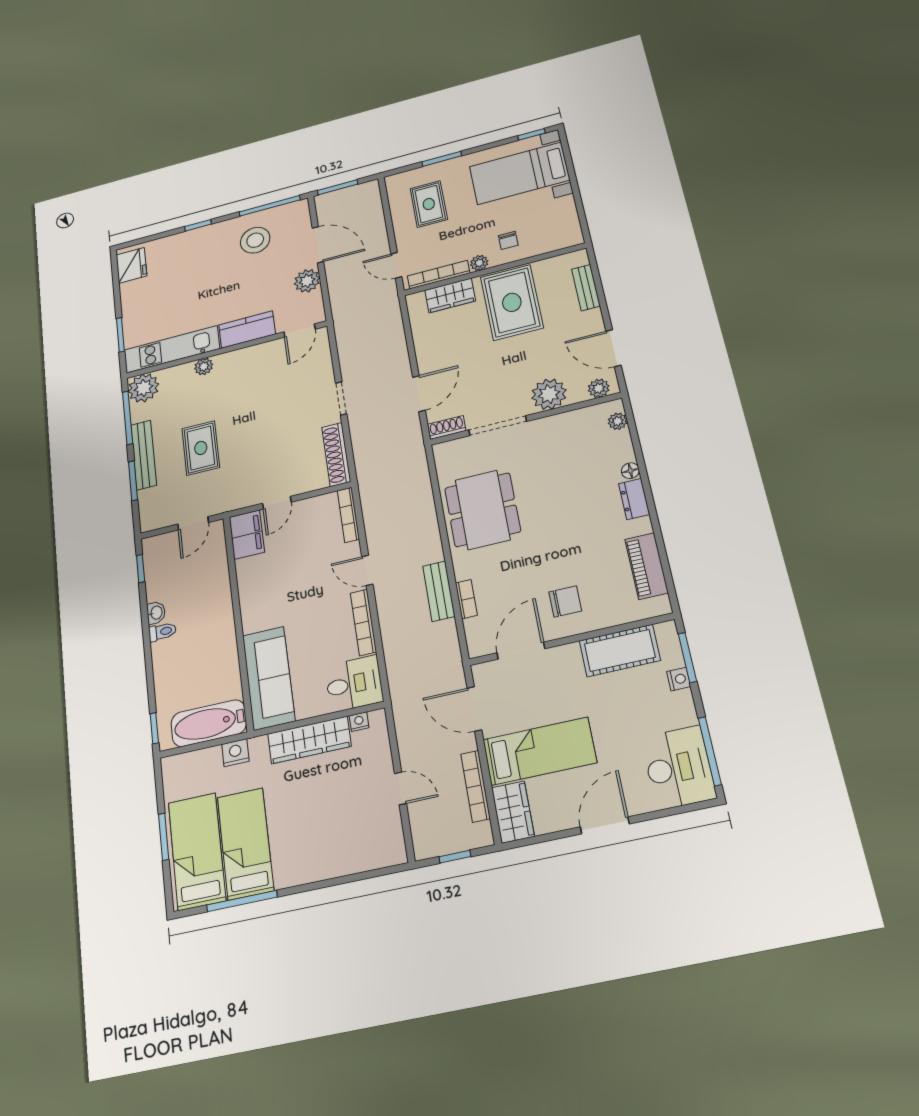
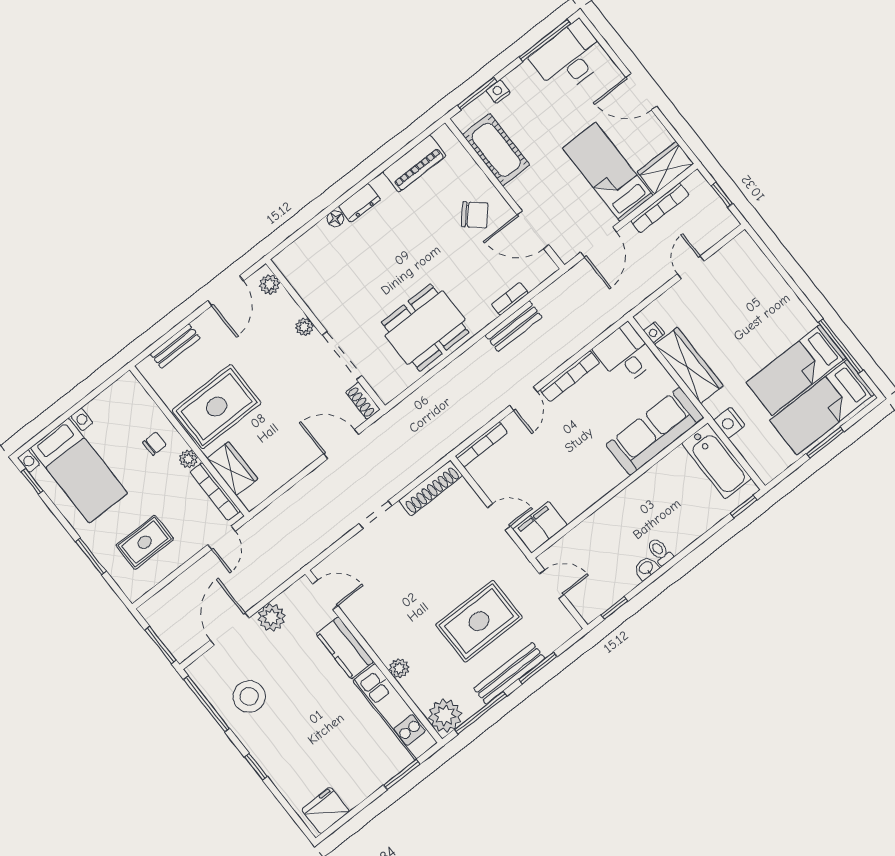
plant: (549, 394) -> (304, 327), width x0.53, depth x0.53
plant: (618, 421) -> (294, 252), removed
rug: (201, 448) -> (479, 621), width x1.36, depth x1.43
chair: (565, 601) -> (475, 215), turned 132

